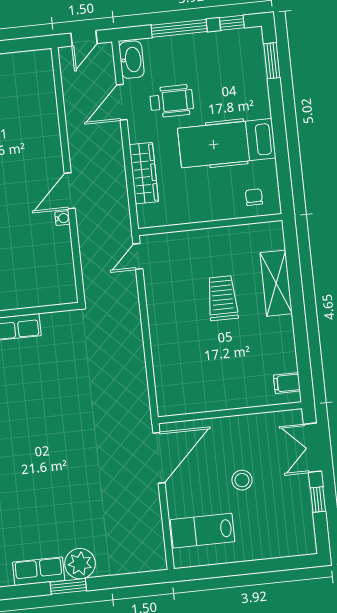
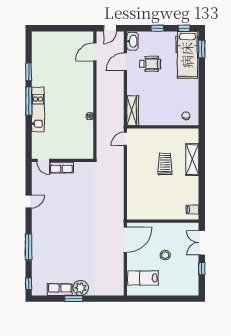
window: (179, 28) -> (158, 28), width x0.46
hospital bed: (227, 143) -> (187, 55), moved, turned -90
wardrobe: (144, 173) -> (133, 111), moved
door: (70, 191) -> (95, 52), moved

